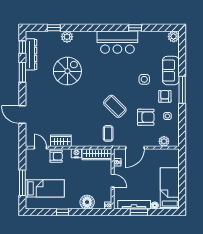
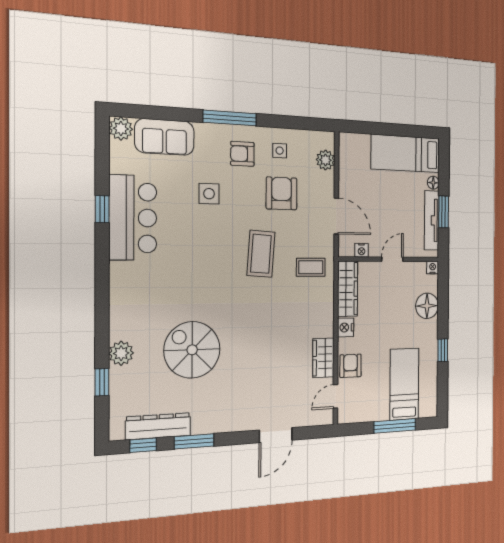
bar counter: (117, 42) -> (133, 218), moved
sofa: (171, 71) -> (165, 137), moved
coffee table: (115, 106) -> (261, 254), turned -41

